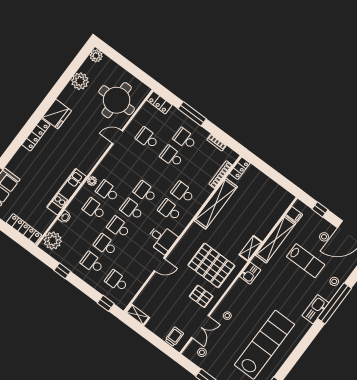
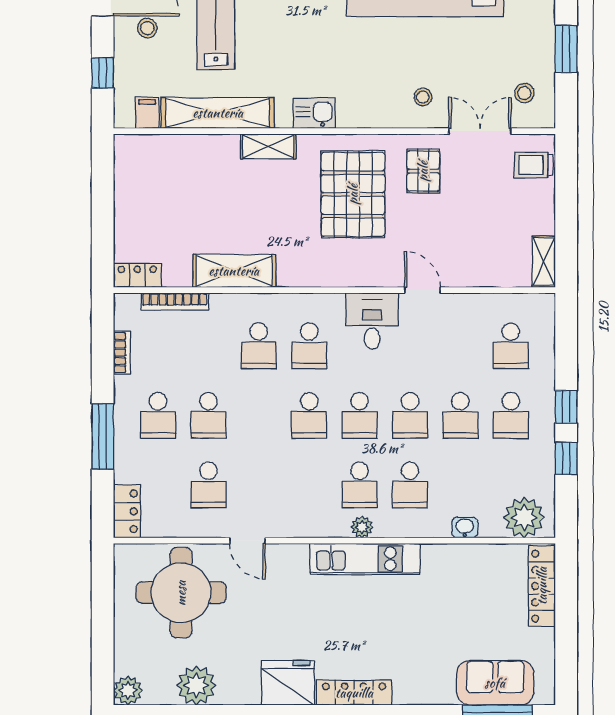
kitchen unit: (67, 192) -> (365, 559), moved
shelving: (216, 204) -> (234, 271), width x0.68
window: (106, 303) -> (566, 407), moved

